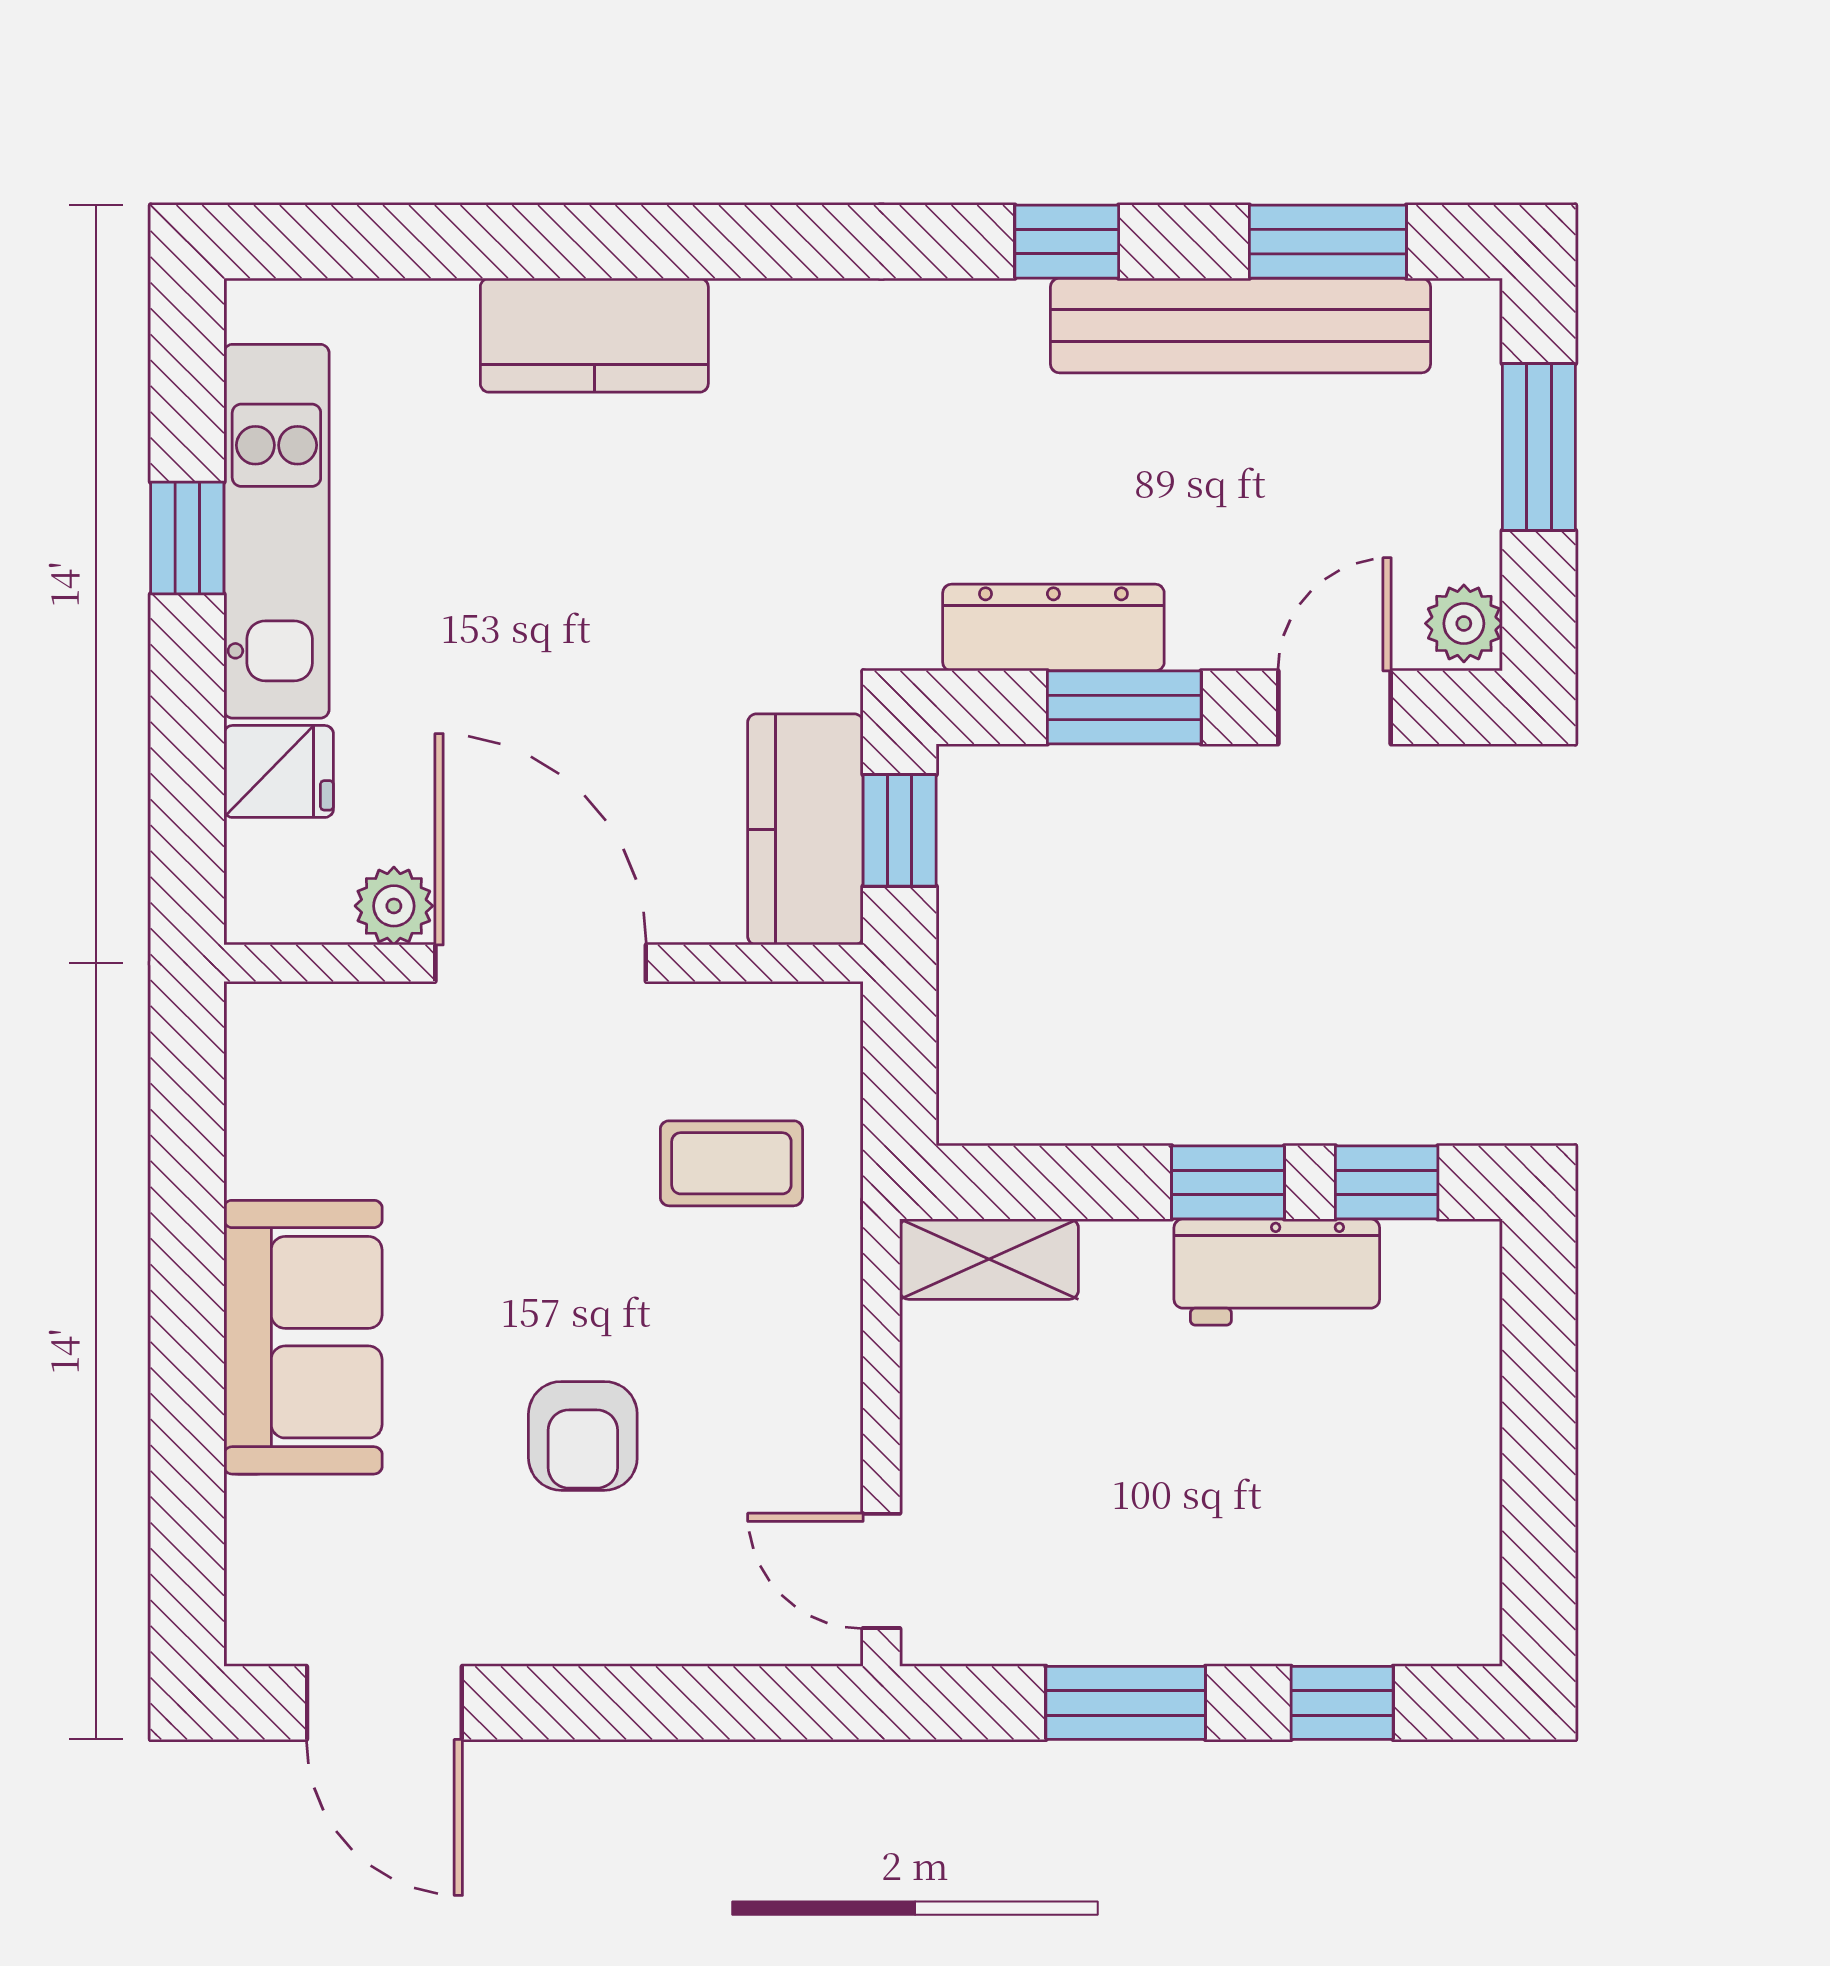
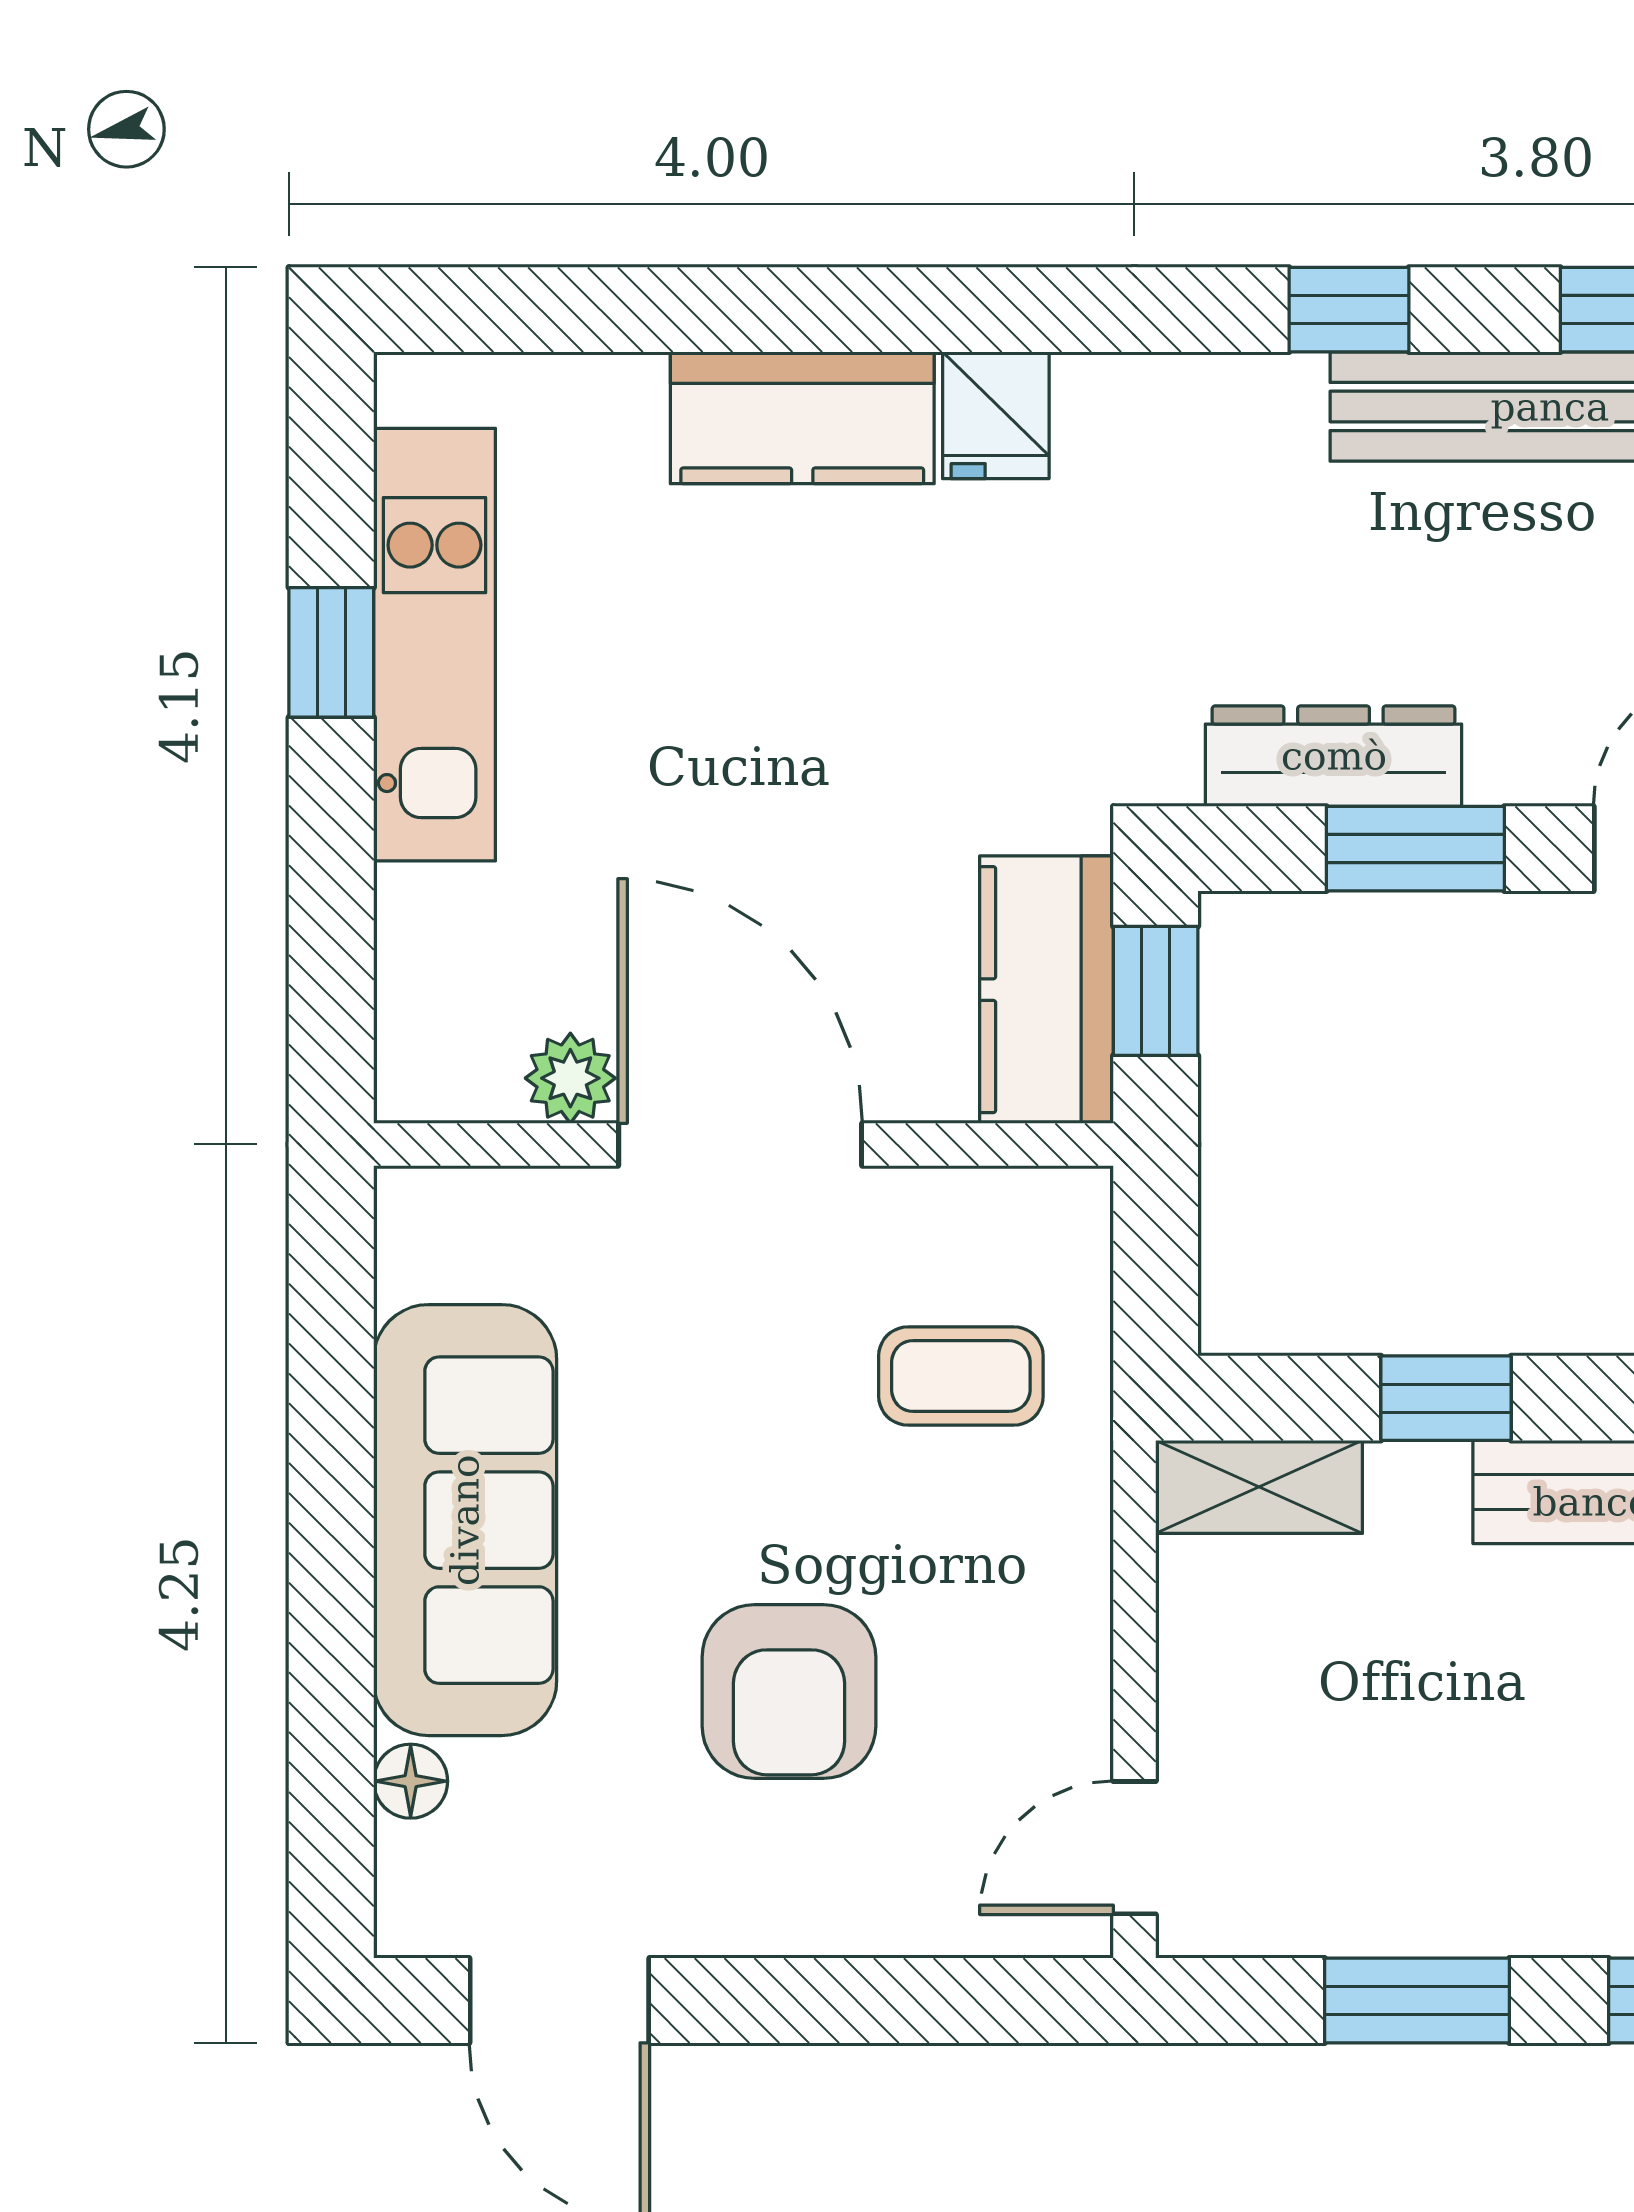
fridge: (279, 771) -> (996, 415), moved, turned 90
window: (1228, 1182) -> (1446, 1398), moved
sofa: (303, 1337) -> (465, 1520), width x1.36
armchair: (583, 1436) -> (789, 1691), width x1.38, depth x1.38
floor lamp: (256, 1513) -> (411, 1781), added
door: (881, 1571) -> (1134, 1848), hinge flipped

